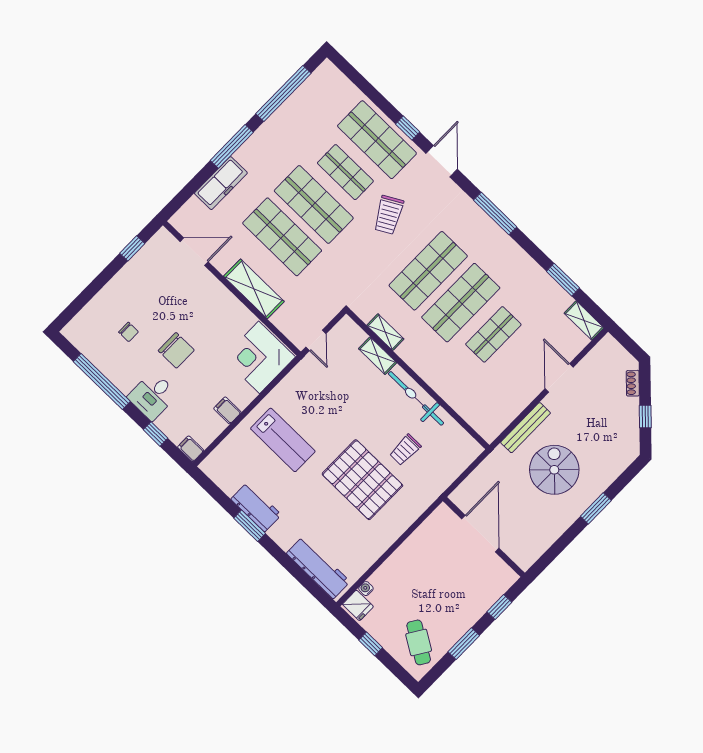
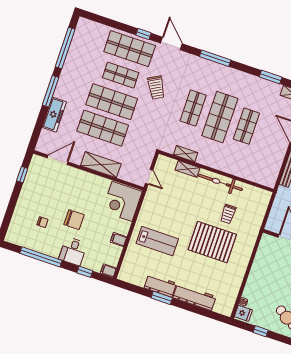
shop shelf: (428, 271) -> (193, 108), width x0.70, depth x0.74
workbench: (318, 567) -> (194, 297), moved

